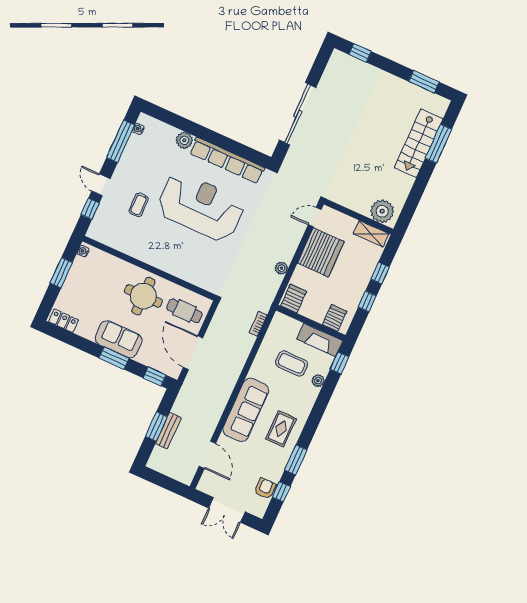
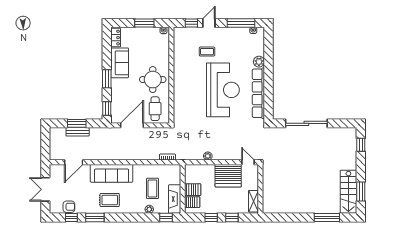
stairs: (419, 143) -> (348, 192), moved, turned -90
plant: (382, 211) -> (270, 202), removed
server rack: (294, 299) -> (193, 190), moved
sofa: (119, 339) -> (120, 63), moved

